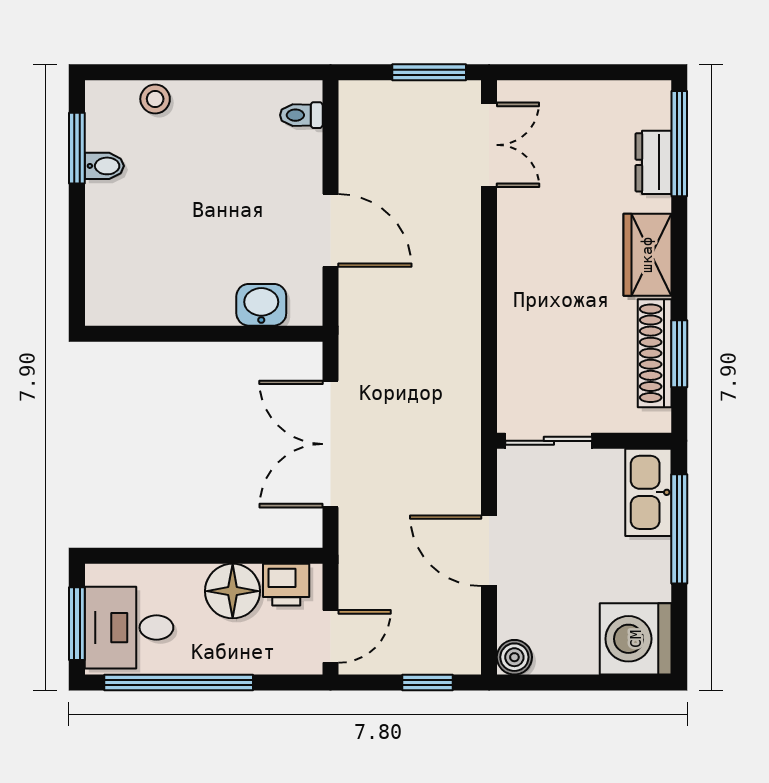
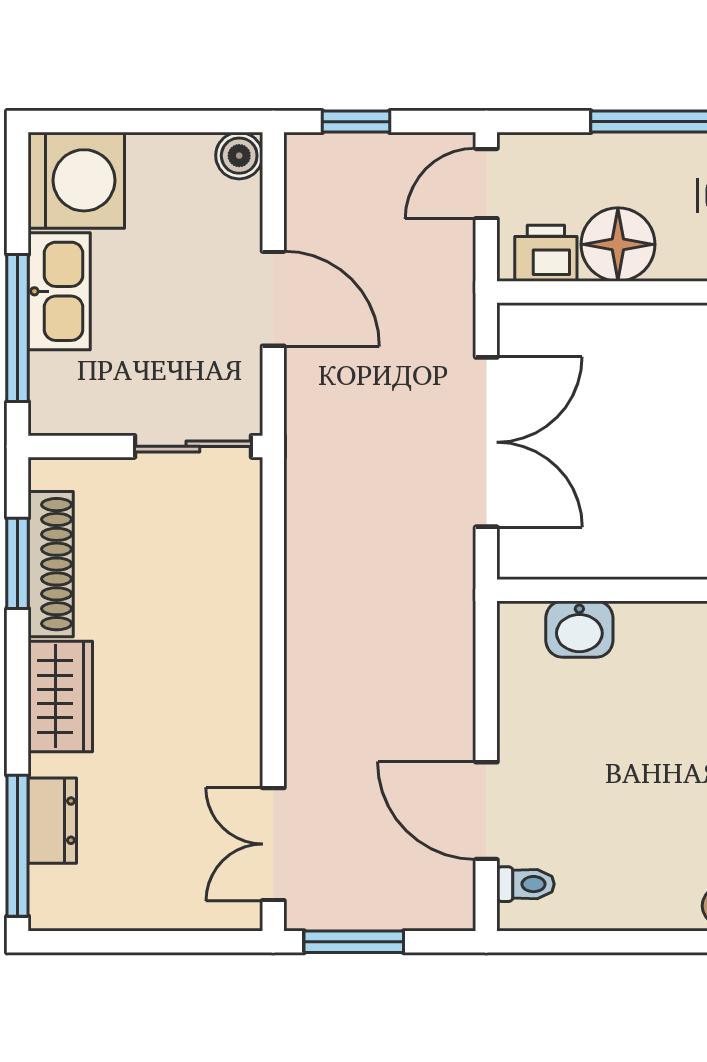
door: (331, 230) -> (486, 811), moved
kitchen sink: (648, 492) -> (59, 291), moved

